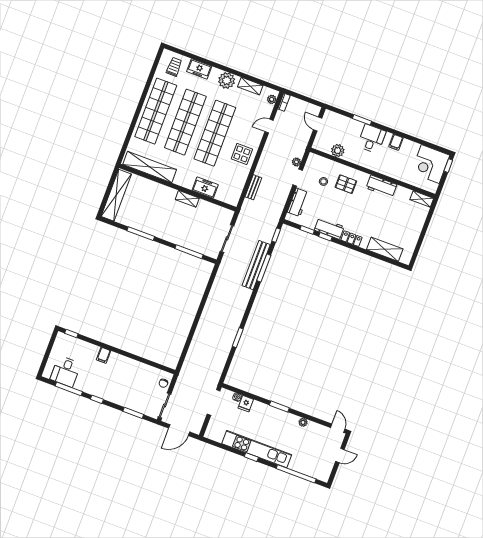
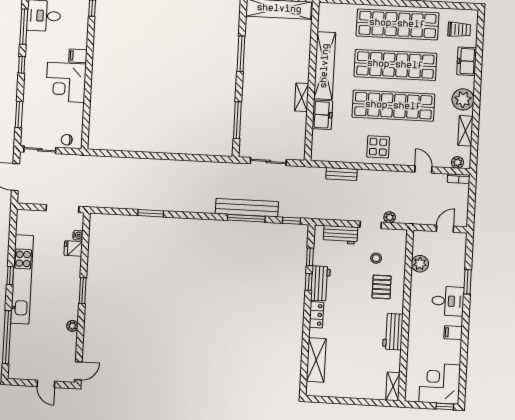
shelving: (150, 167) -> (325, 66), moved
corner desk: (120, 370) -> (66, 82), added

